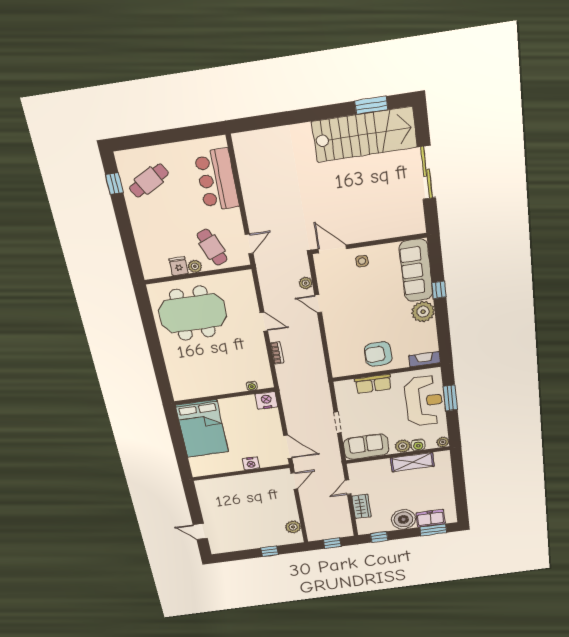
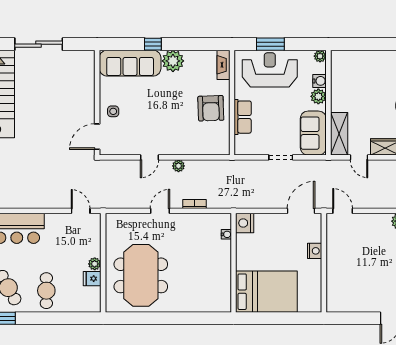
cafe table: (212, 247) -> (46, 291), moved, turned -69
plant: (306, 283) -> (178, 166), moved
shelving: (412, 462) -> (339, 134), moved

